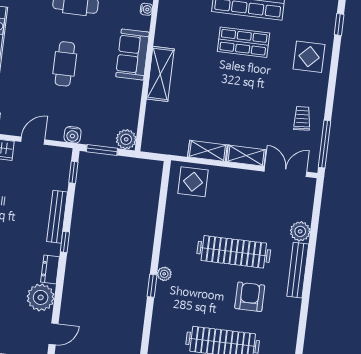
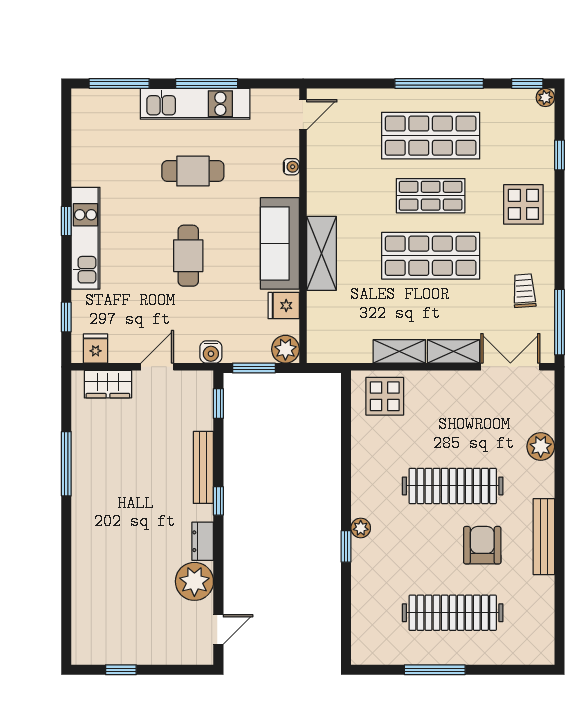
sofa: (133, 55) -> (280, 243), width x1.36
shop shelf: (238, 85) -> (431, 256), added
fridge: (129, 108) -> (284, 306), added
bench: (298, 270) -> (544, 537), moved

